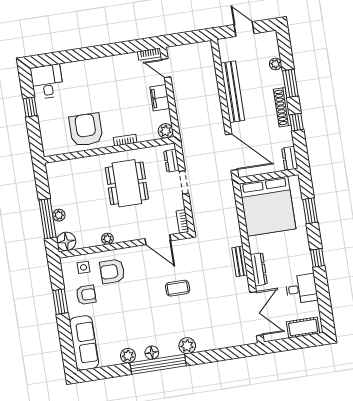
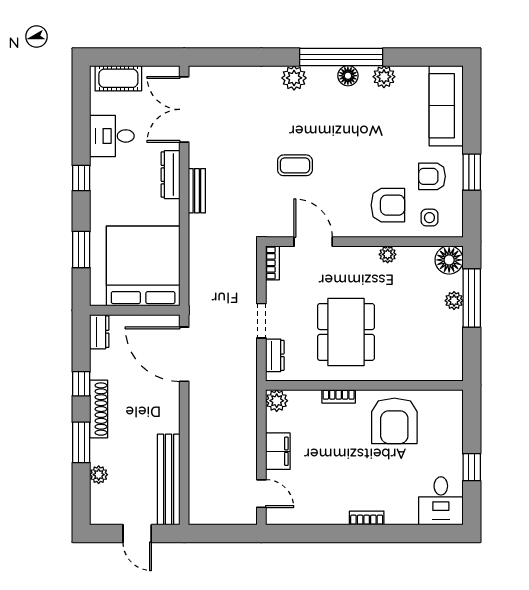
bookcase: (150, 54) -> (367, 518), moved
bench: (233, 92) -> (169, 480), moved

